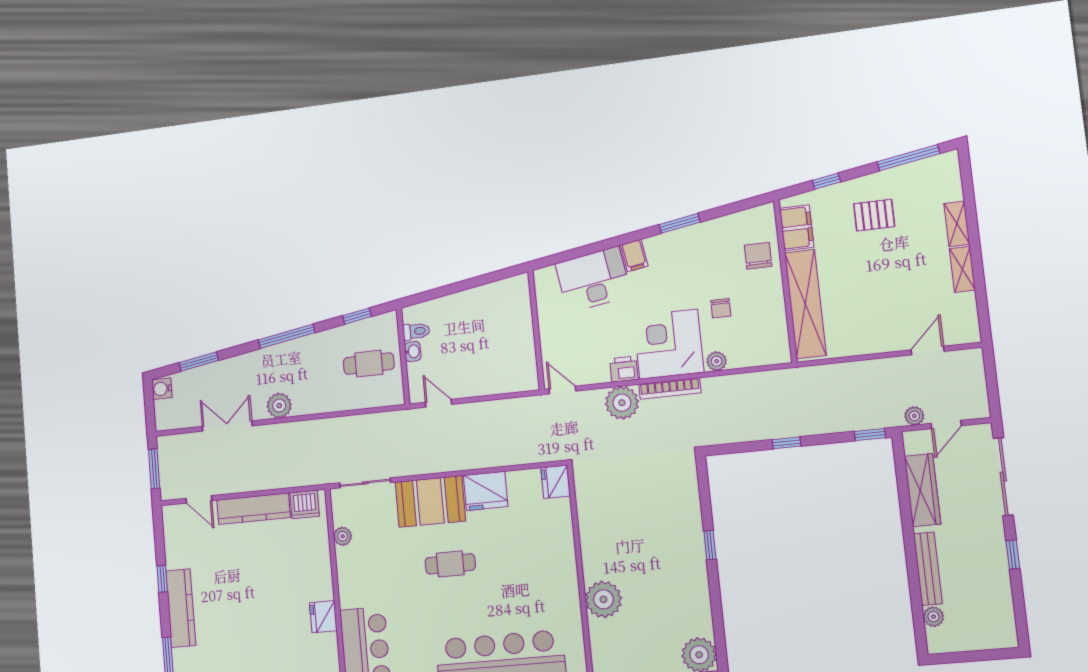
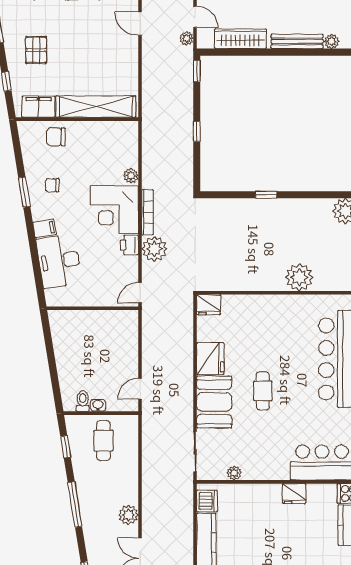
chair: (721, 308) -> (52, 185), moved, turned 180

